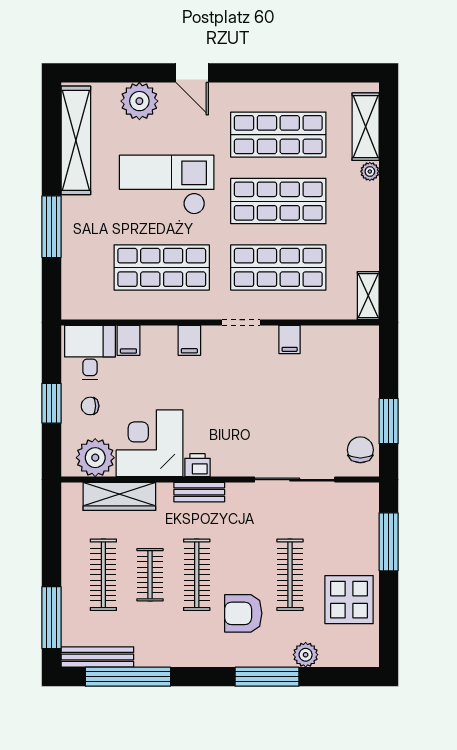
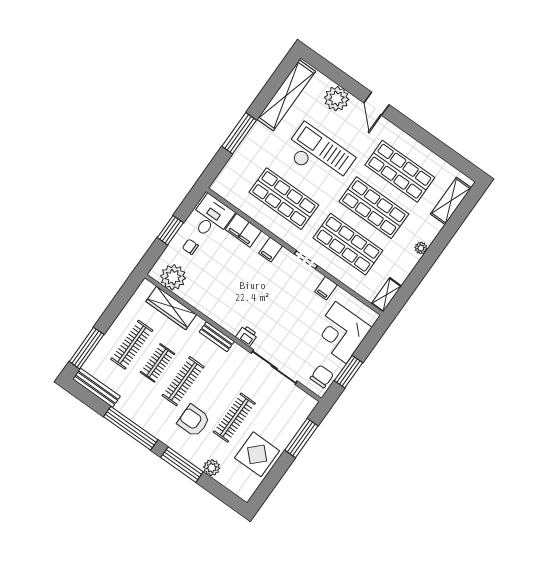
plant: (370, 171) -> (421, 248), moved
filing cabinet: (128, 340) -> (243, 230), width x2.00
corner desk: (150, 443) -> (341, 333), moved, turned -90
printer: (197, 465) -> (247, 336), moved
window: (128, 677) -> (131, 428), moved

